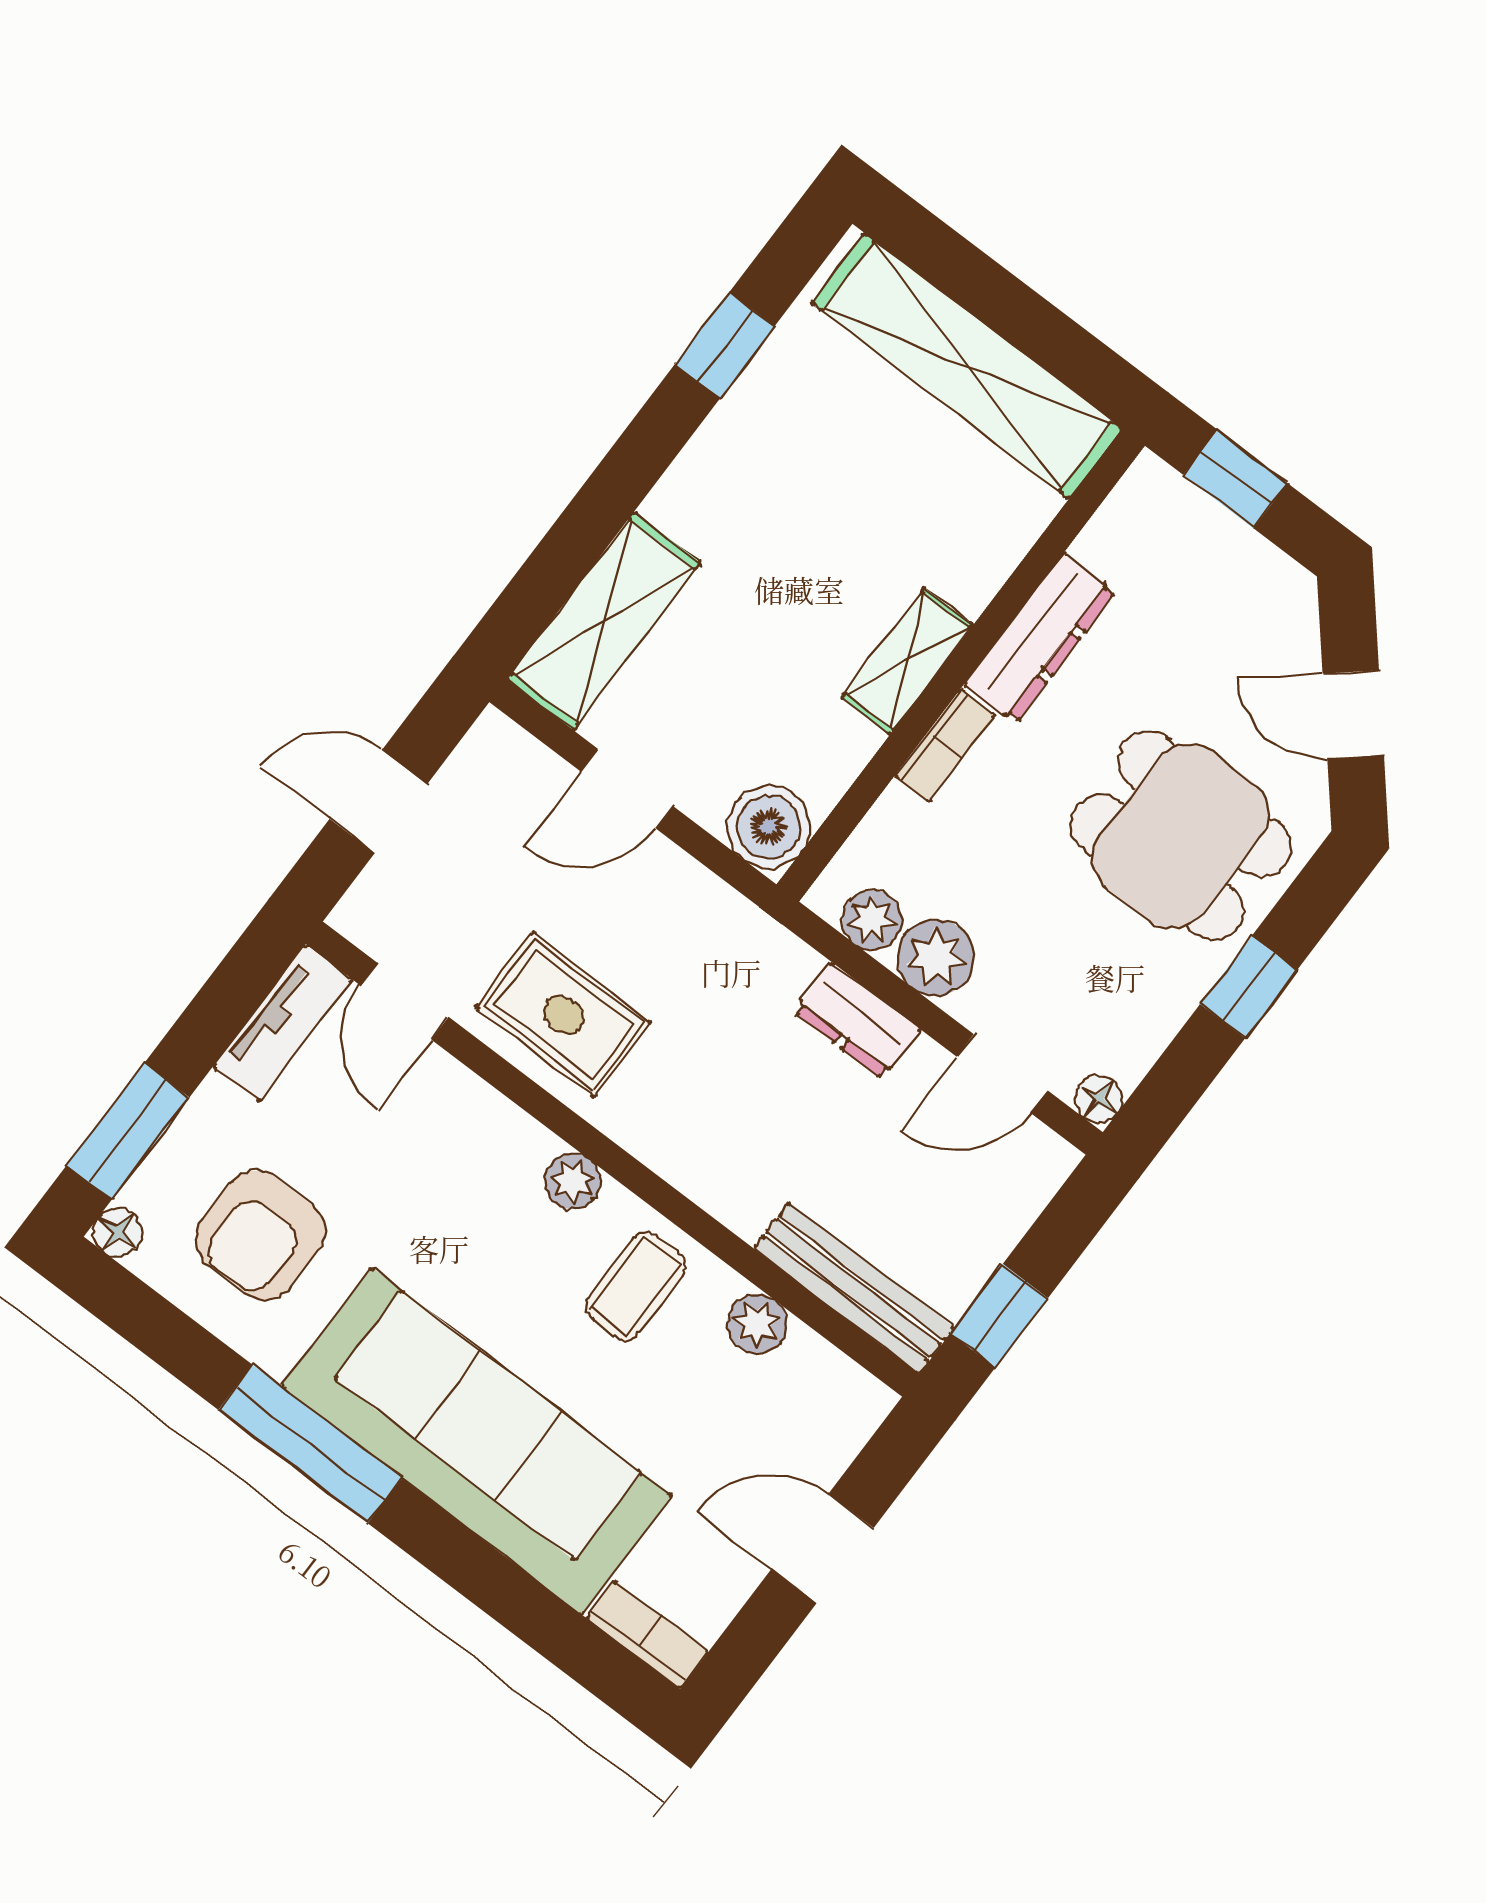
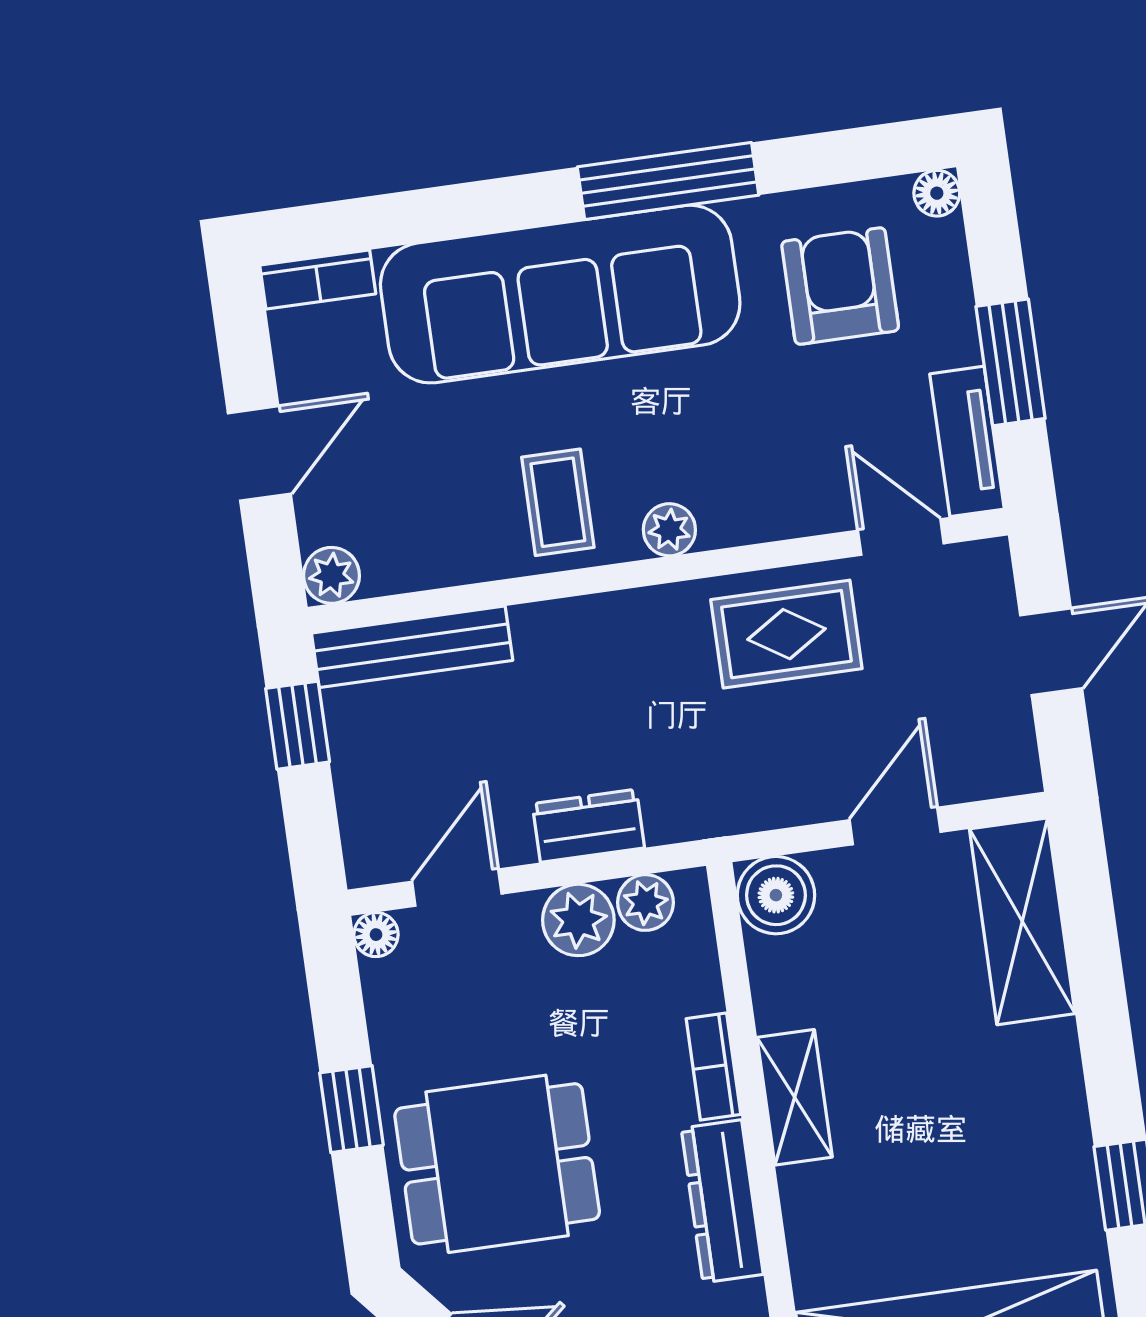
window: (128, 1131) -> (1010, 362), moved
plant: (757, 1324) -> (332, 575), moved

